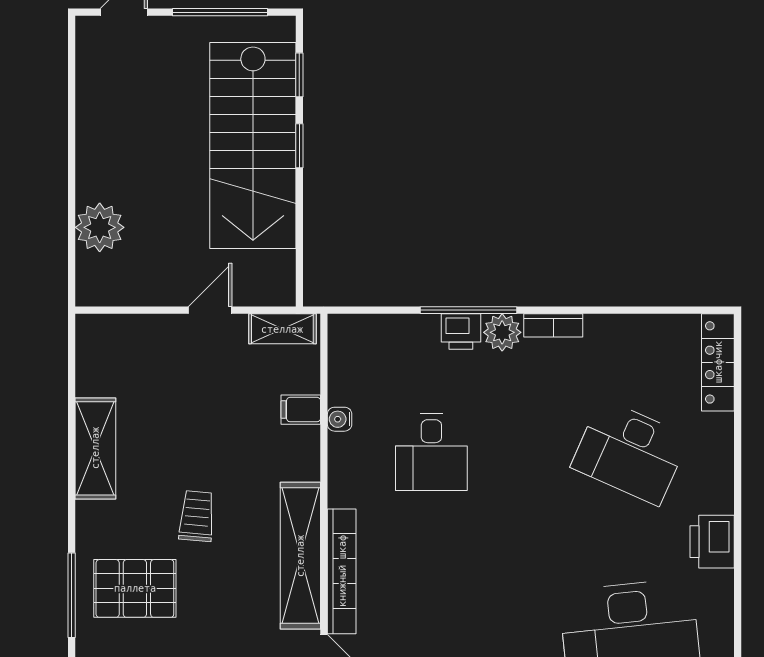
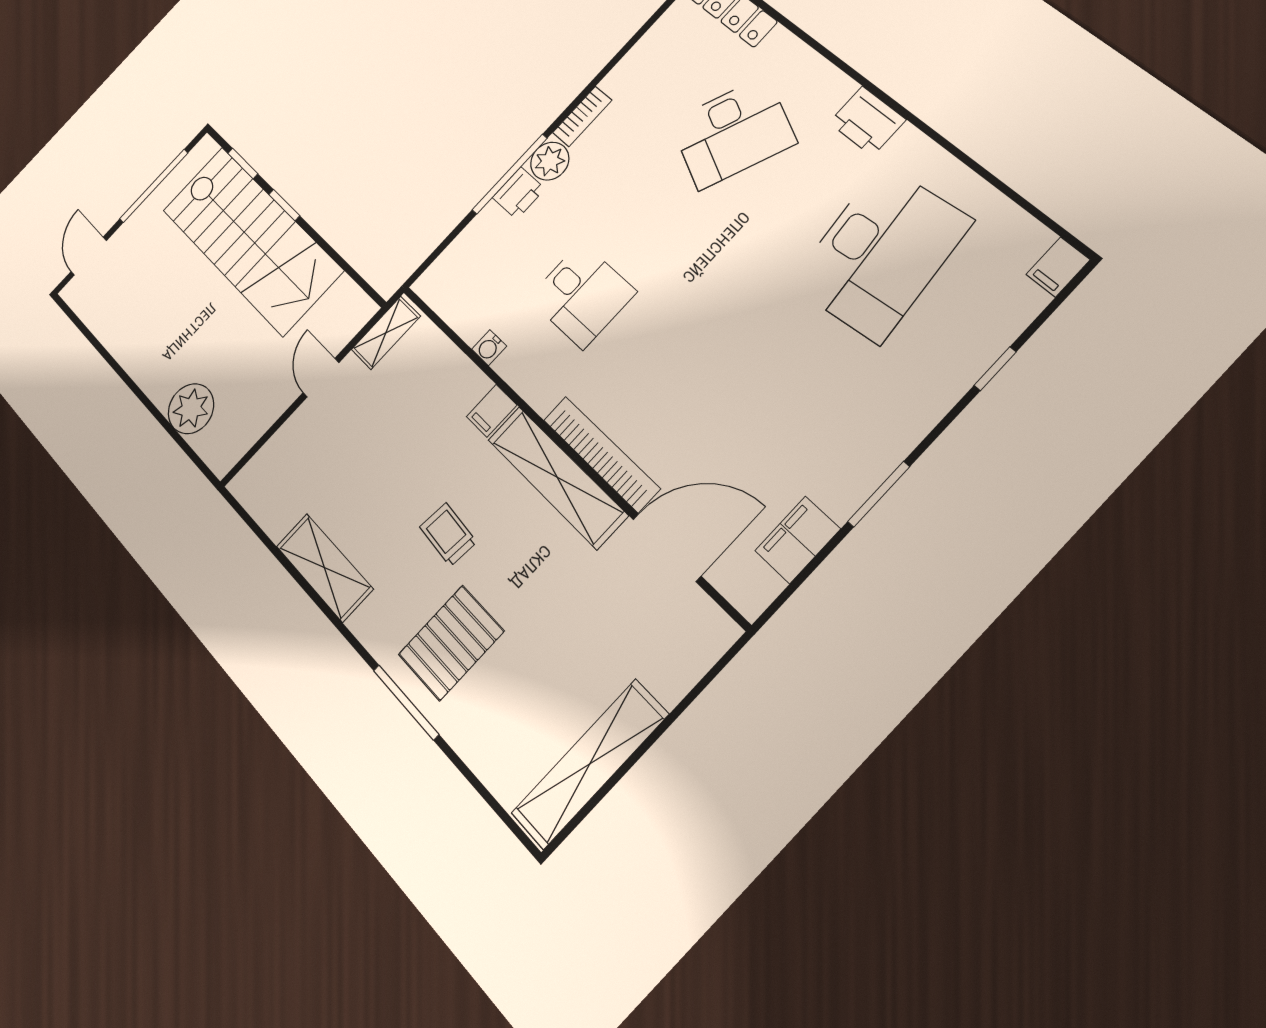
filing cabinet: (301, 410) -> (492, 411), moved

